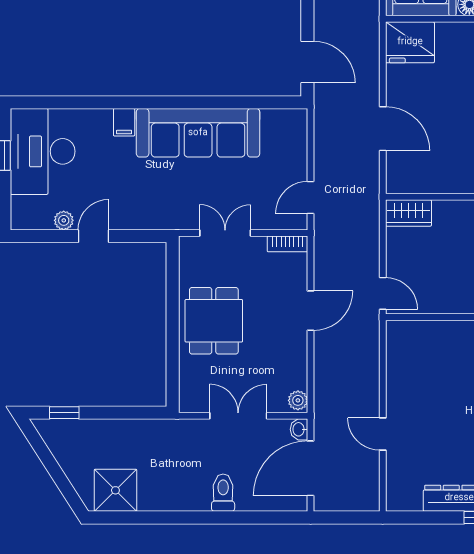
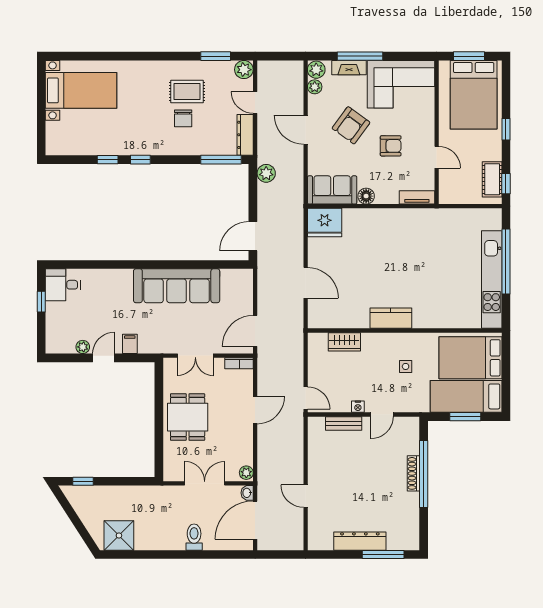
door: (307, 62) -> (253, 236), swing flipped
filing cabinet: (124, 122) -> (130, 344), moved, turned 180
desk: (43, 151) -> (63, 285), width x0.53, depth x0.77
door: (311, 197) -> (255, 331), width x1.38
wardrobe: (408, 213) -> (344, 342), moved
double door: (225, 233) -> (195, 356), swing flipped
nightstand: (458, 306) -> (358, 407), added
bench: (437, 330) -> (344, 423), added

